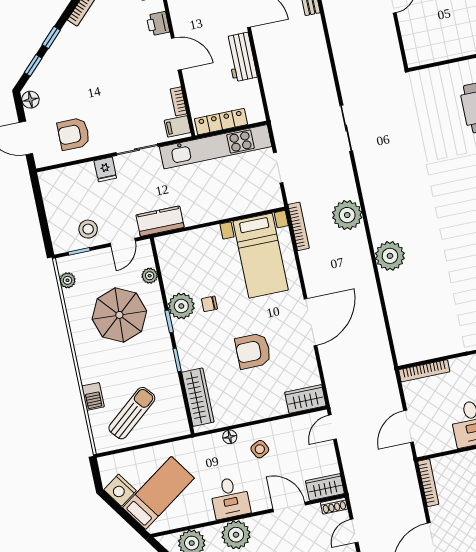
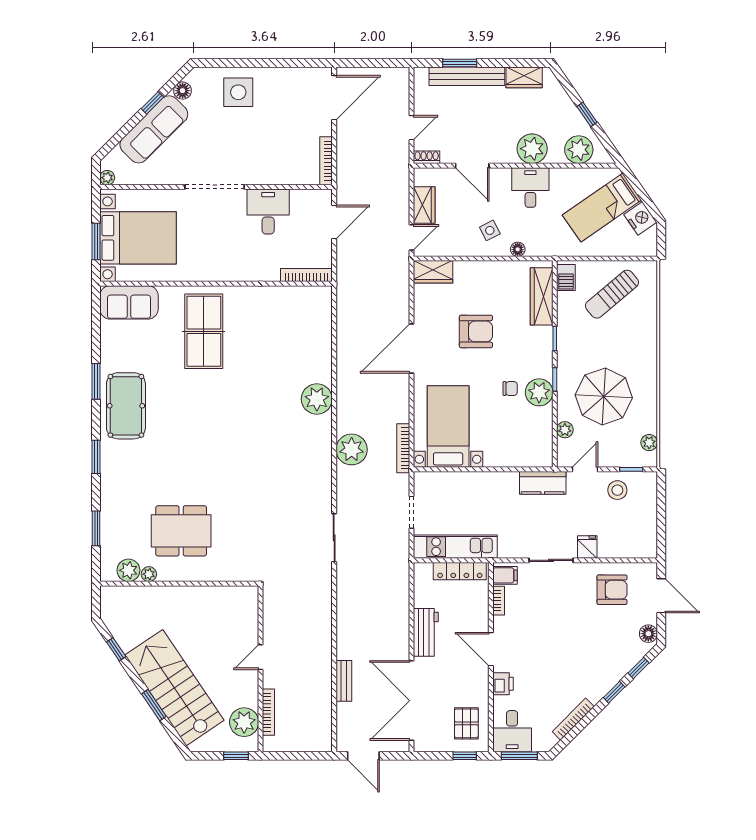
kitchen unit: (216, 147) -> (455, 547), width x0.73
barbecue: (93, 396) -> (566, 278), moved, turned 180
wardrobe: (325, 487) -> (424, 205), moved, turned -90

